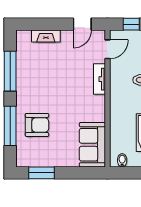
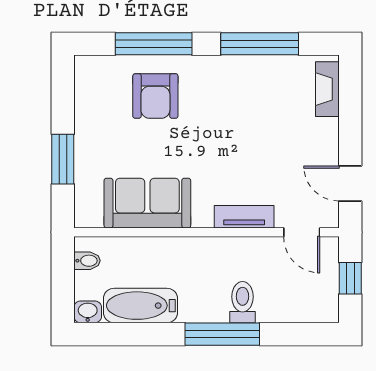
fireplace: (46, 36) -> (327, 89), moved
sofa: (92, 145) -> (147, 203), moved
window: (41, 173) -> (63, 159), moved

